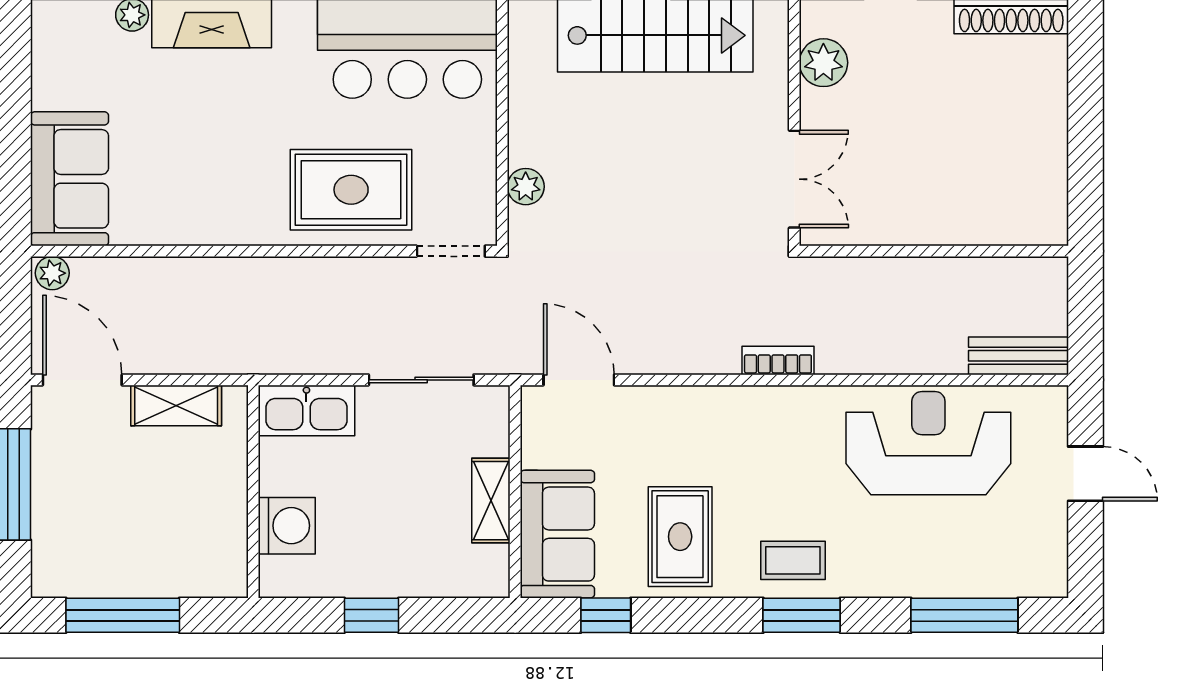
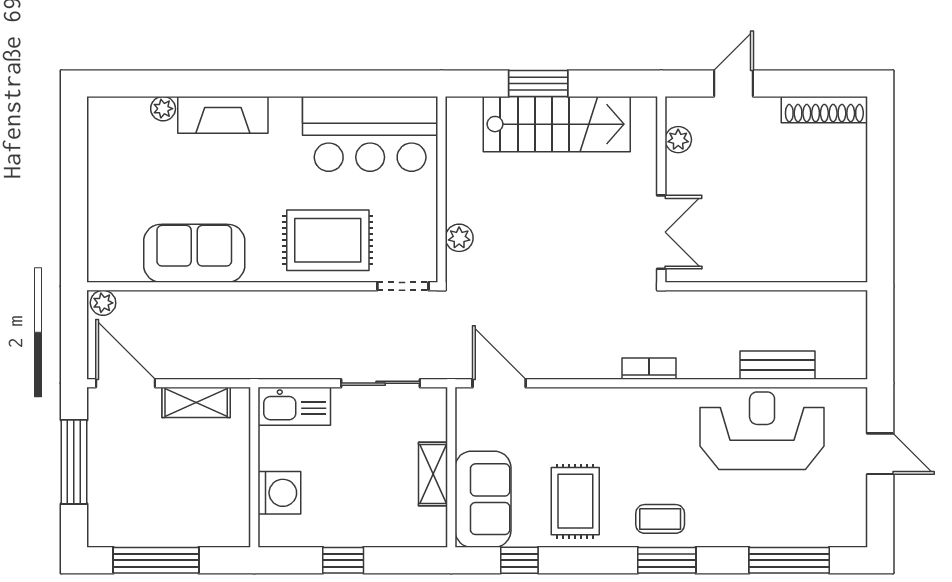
plant: (823, 63) -> (678, 140), width x0.73, depth x0.73
sofa: (70, 179) -> (194, 253), moved, turned -90
bench: (1018, 356) -> (777, 365), moved

